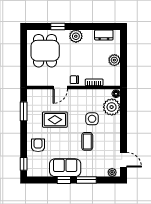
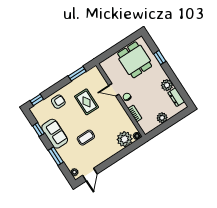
plant: (76, 36) -> (167, 85), moved
dining table: (45, 51) -> (135, 60), turned 90
side table: (92, 119) -> (106, 130), removed
window: (64, 180) -> (38, 130), moved

